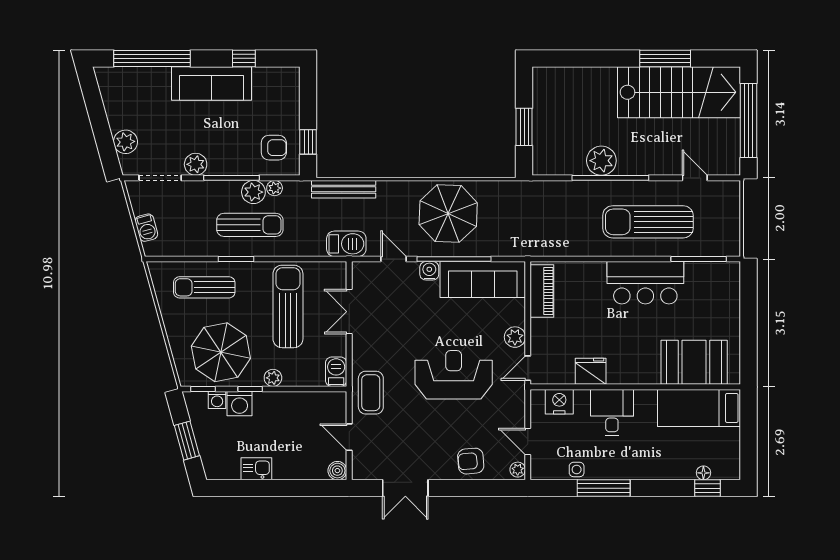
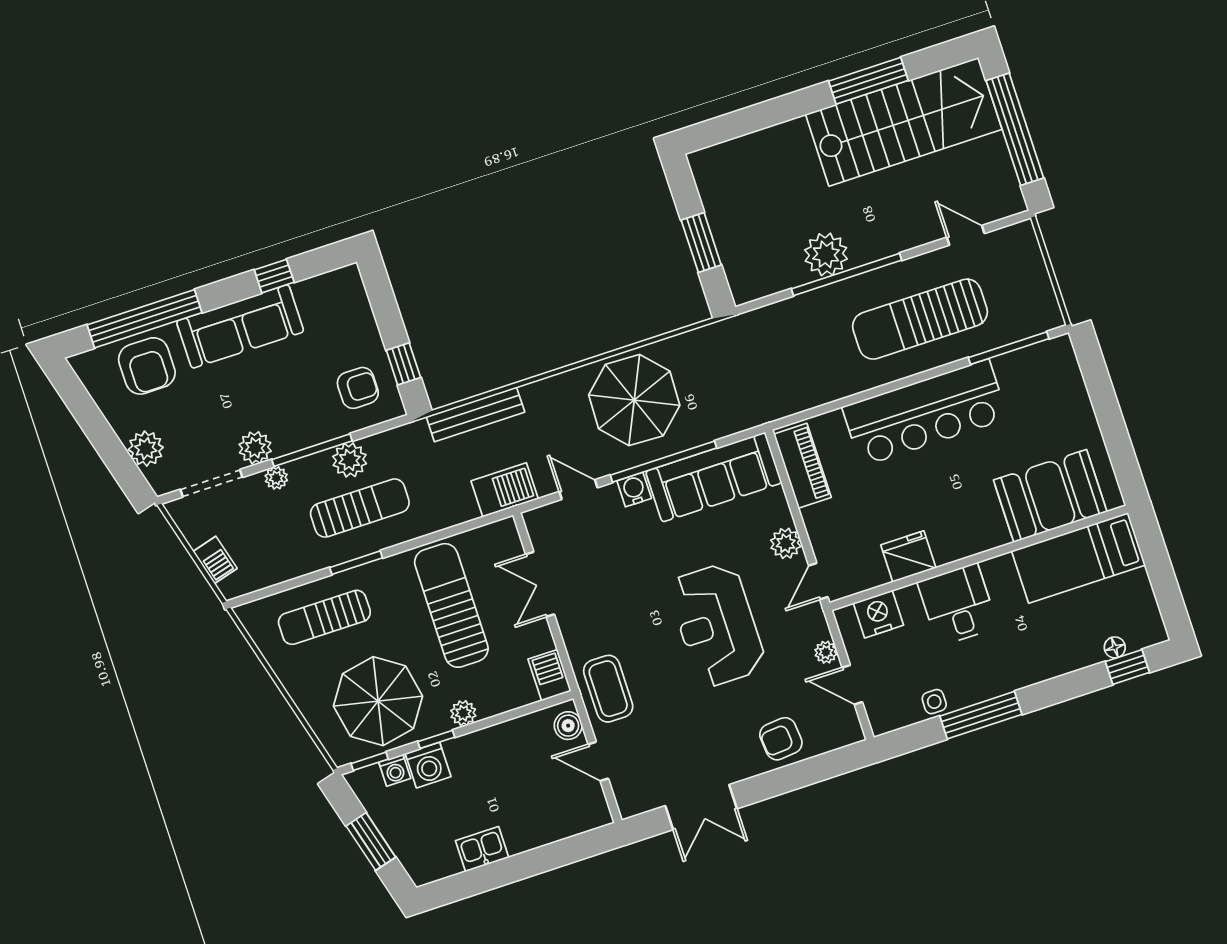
armchair: (144, 89) -> (147, 366), added
plant: (275, 188) -> (276, 478), moved
bar counter: (645, 283) -> (925, 413), width x1.36
reception desk: (454, 375) -> (717, 625), turned -90
plant: (518, 470) -> (826, 652), moved
boiler: (337, 471) -> (568, 726), moved

